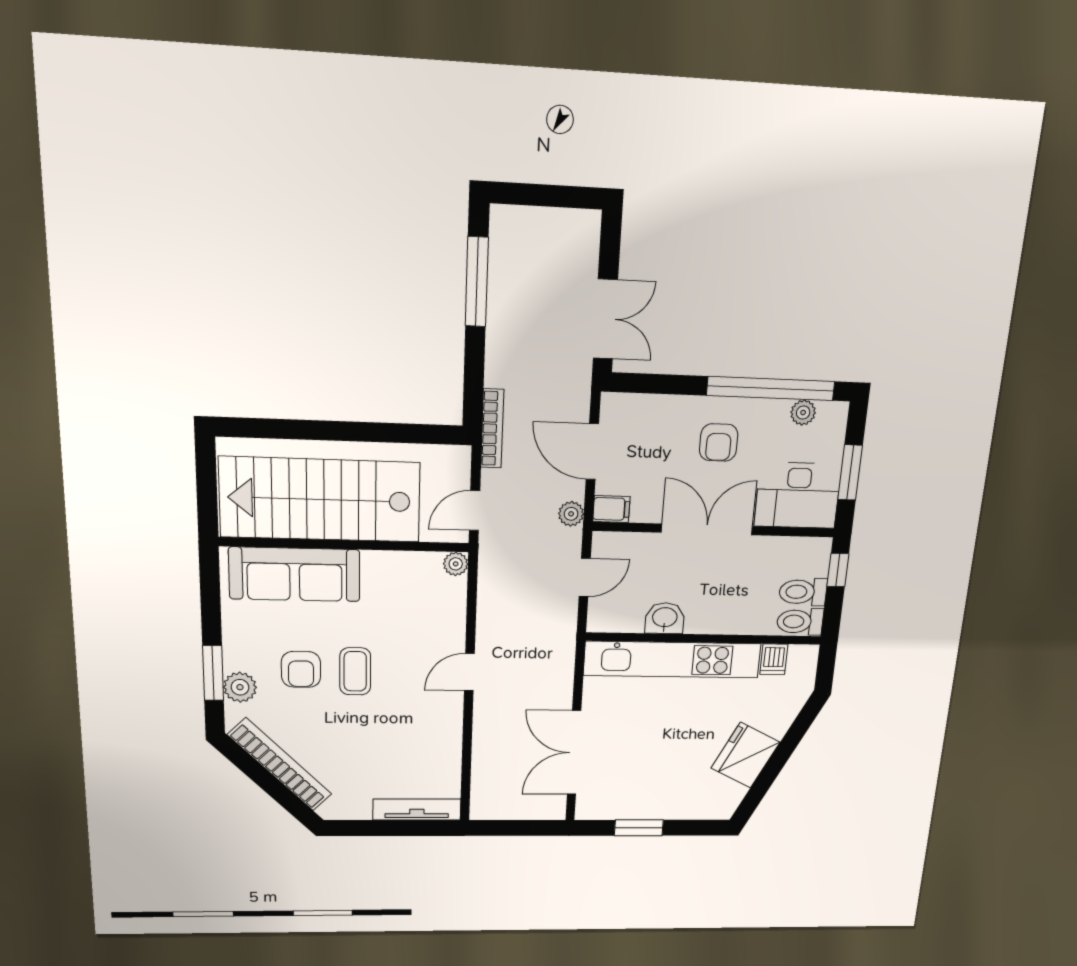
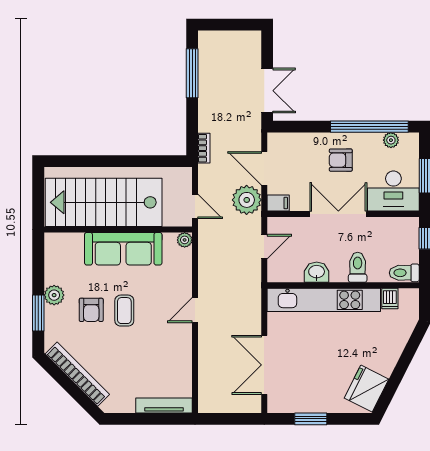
bookcase: (492, 429) -> (204, 148), width x0.64
armchair: (719, 442) -> (341, 160), turned 90
door: (475, 511) -> (195, 206), swing flipped
plant: (571, 514) -> (247, 200), width x1.88, depth x1.88
sofa: (295, 574) -> (123, 249), moved
toilet: (803, 592) -> (358, 267), moved, turned 90
plant: (240, 687) -> (54, 295), moved
fridge: (746, 755) -> (367, 389), moved

